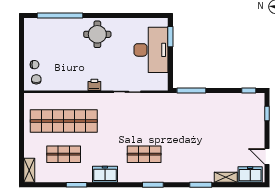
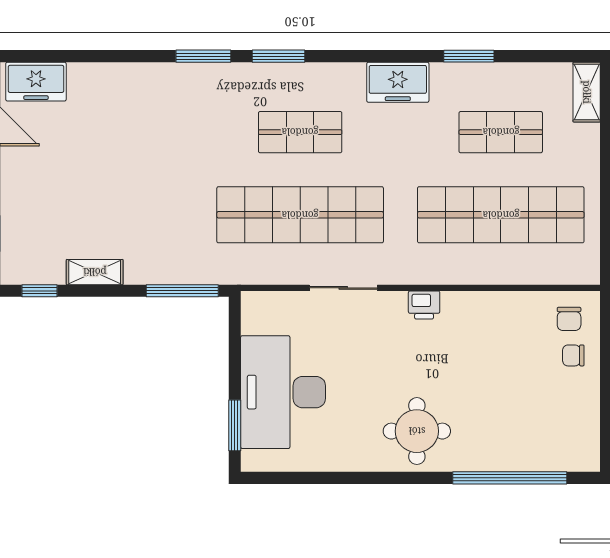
shop shelf: (144, 121) -> (300, 215), added
shelving: (226, 177) -> (95, 272), moved
window: (201, 185) -> (203, 56), moved

